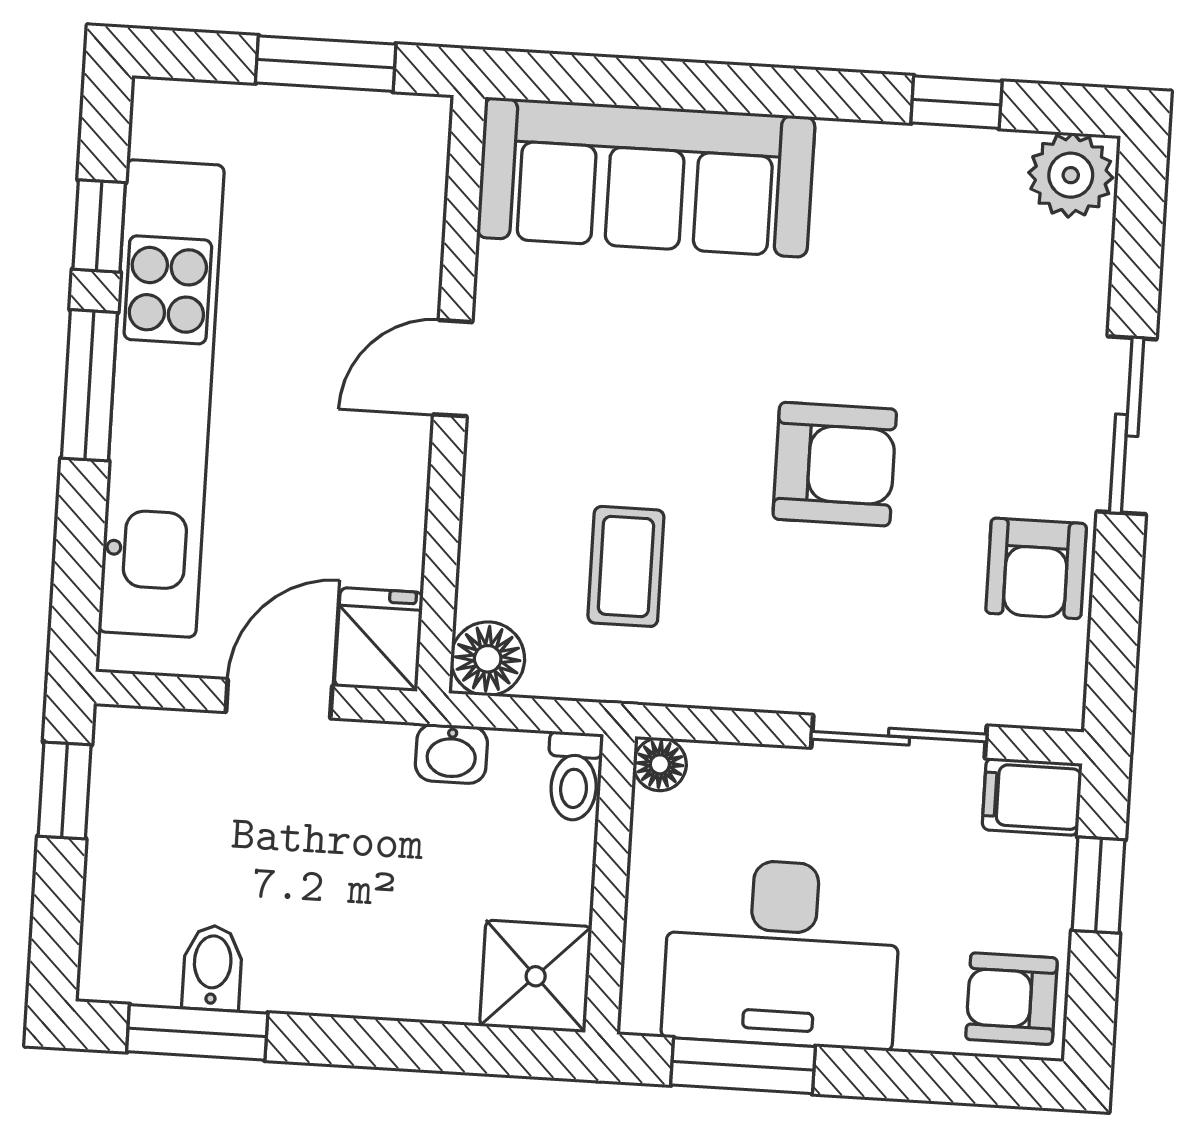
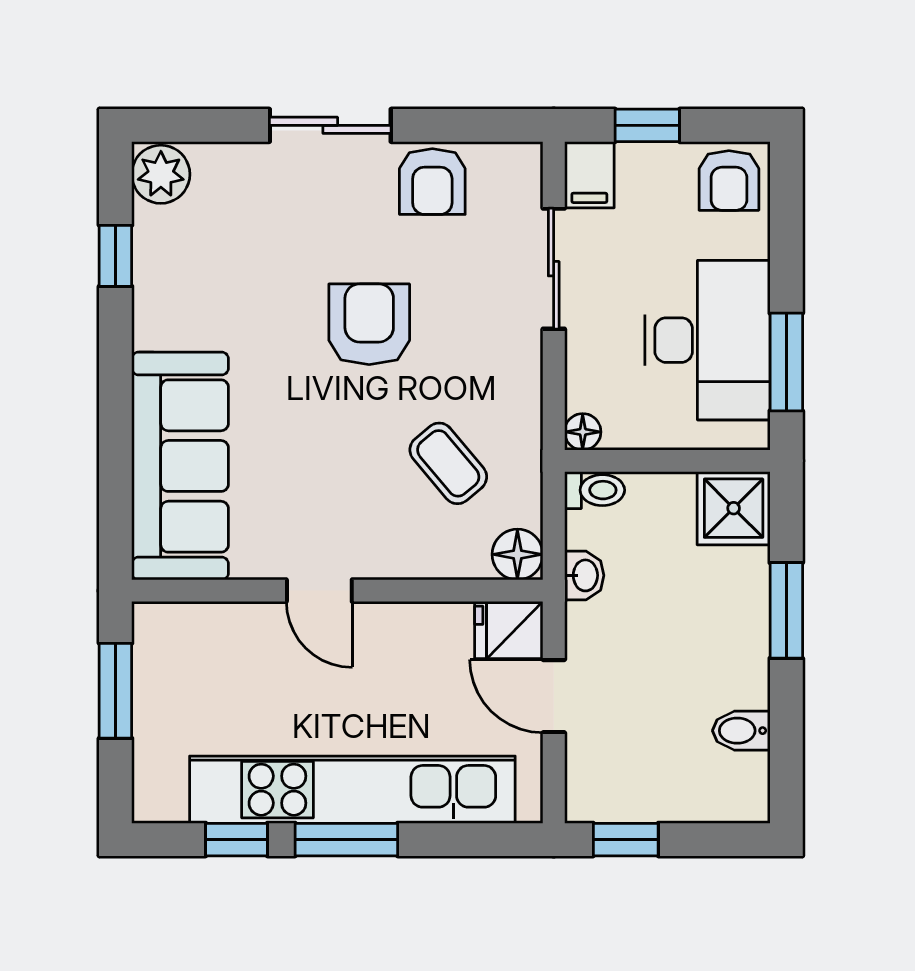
coffee table: (626, 566) -> (448, 463), turned 50
armchair: (1036, 568) -> (432, 182), turned 90
window: (197, 1032) -> (786, 610), moved

